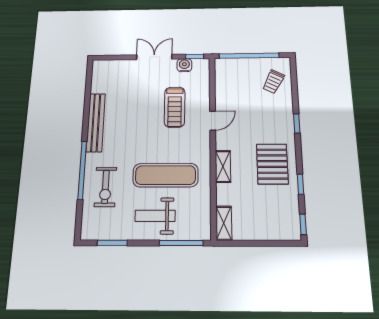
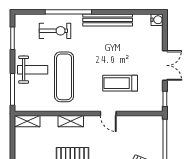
water cooler: (184, 65) -> (157, 20), moved
exercise bike: (105, 187) -> (55, 31), turned 180
weight bench: (155, 216) -> (33, 70), turned 90

